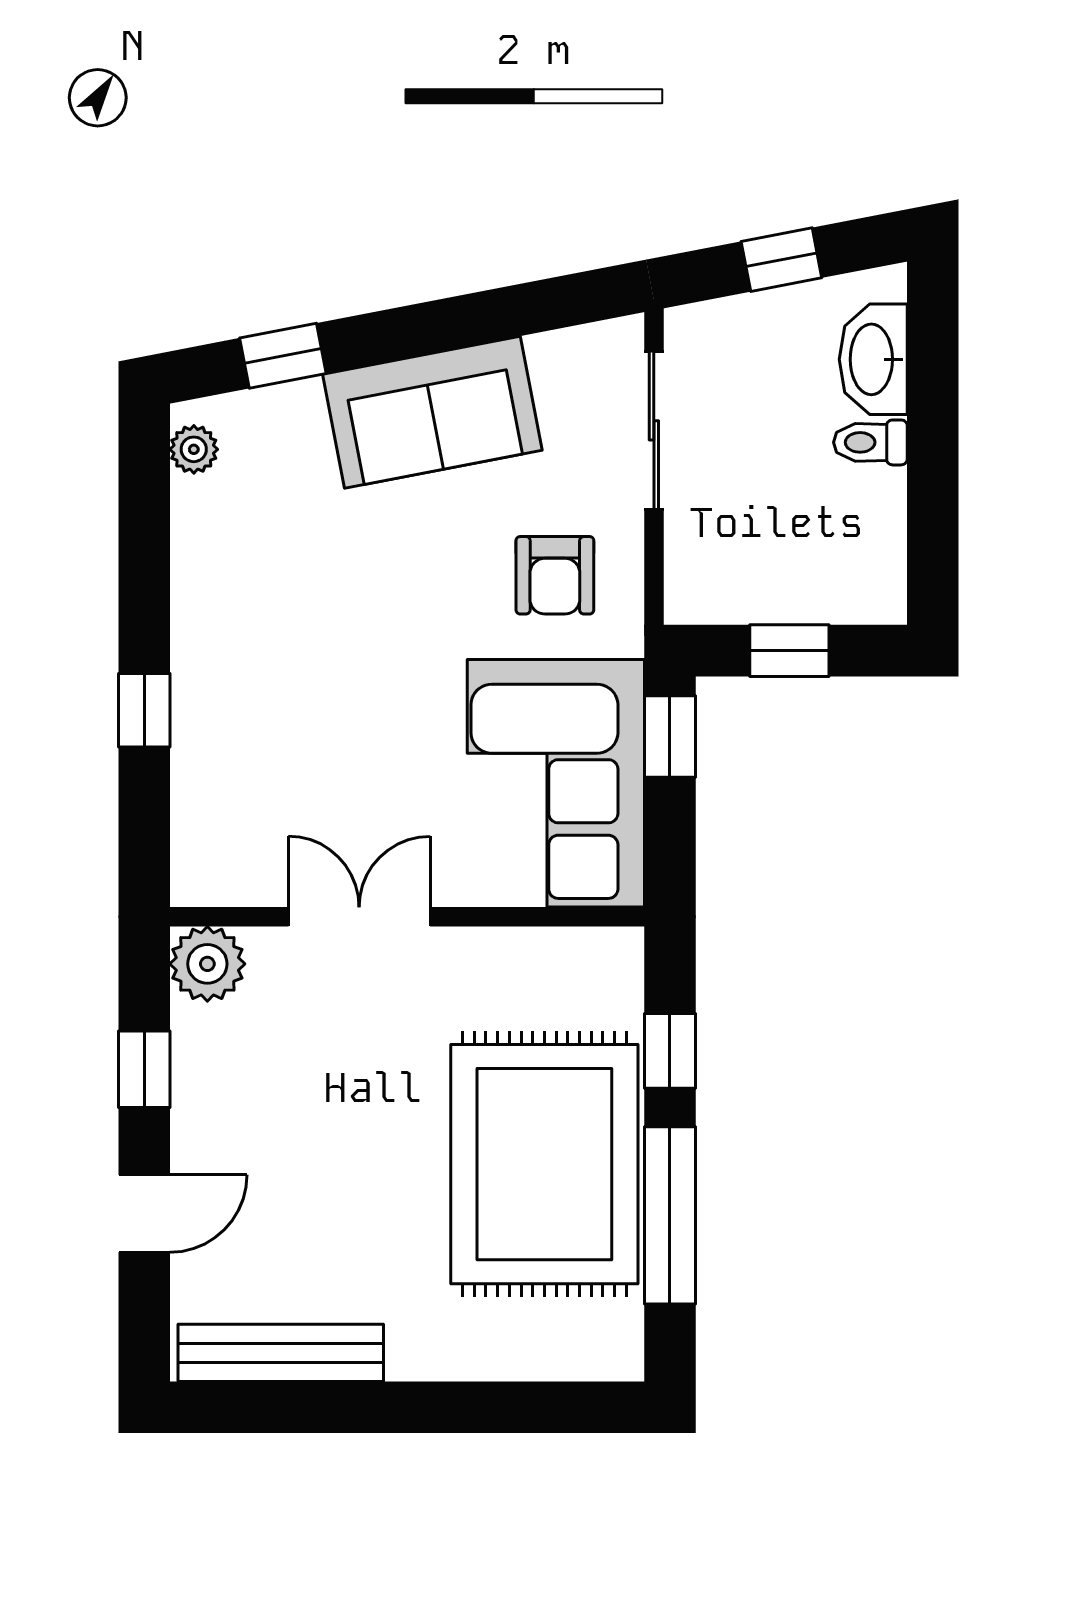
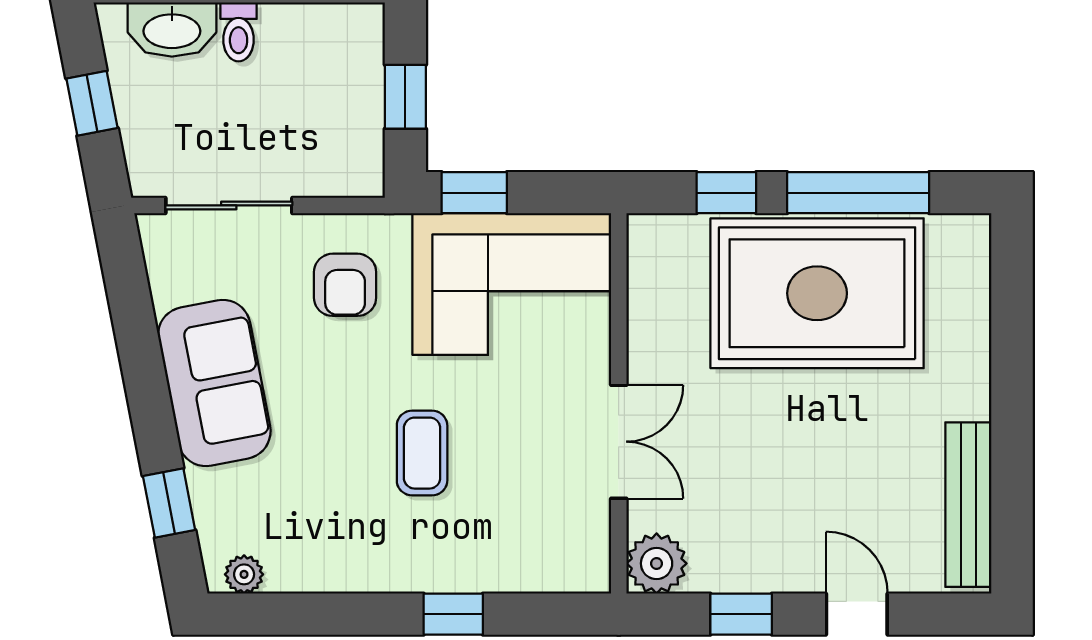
armchair: (555, 575) -> (345, 285), turned 90
coffee table: (345, 671) -> (422, 453), added
double door: (359, 917) -> (619, 442), swing flipped

